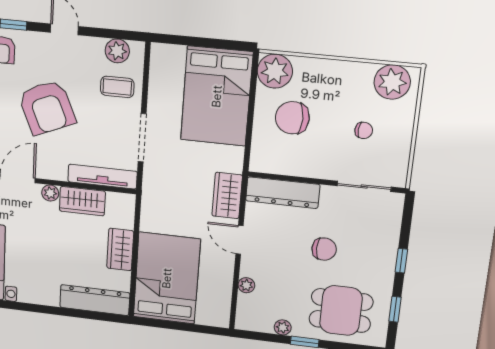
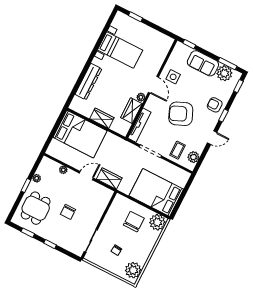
dresser: (283, 193) -> (101, 204), removed
dresser: (95, 300) -> (88, 82), moved

